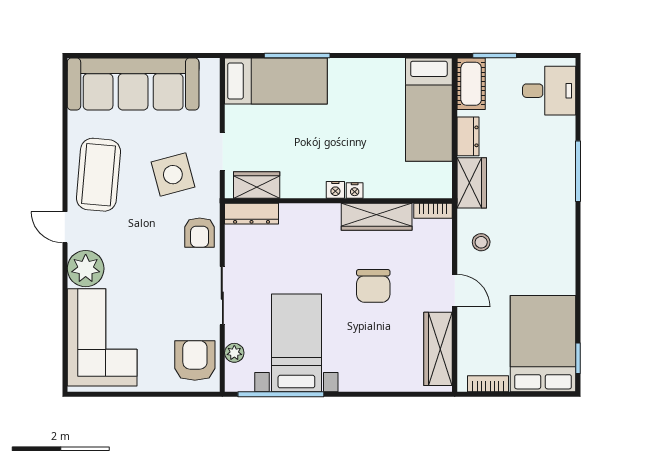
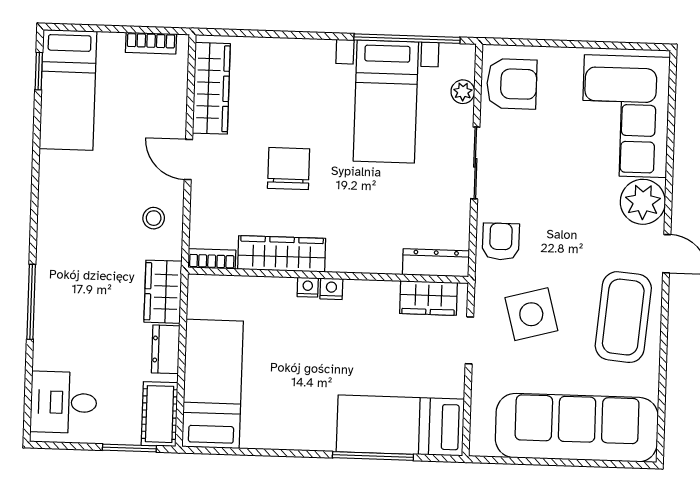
bed: (543, 344) -> (68, 90), width x0.67
armchair: (195, 361) -> (512, 84), turned -90

